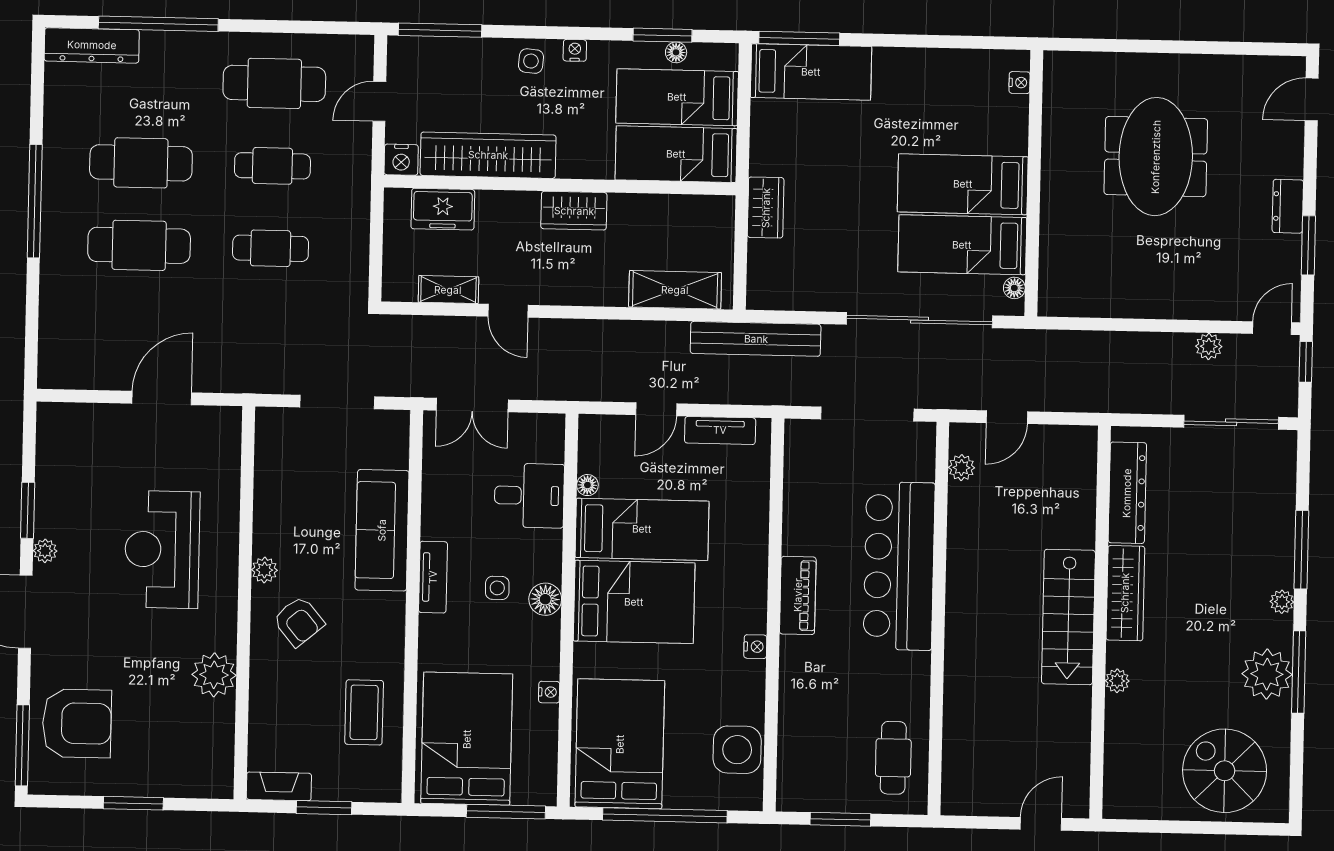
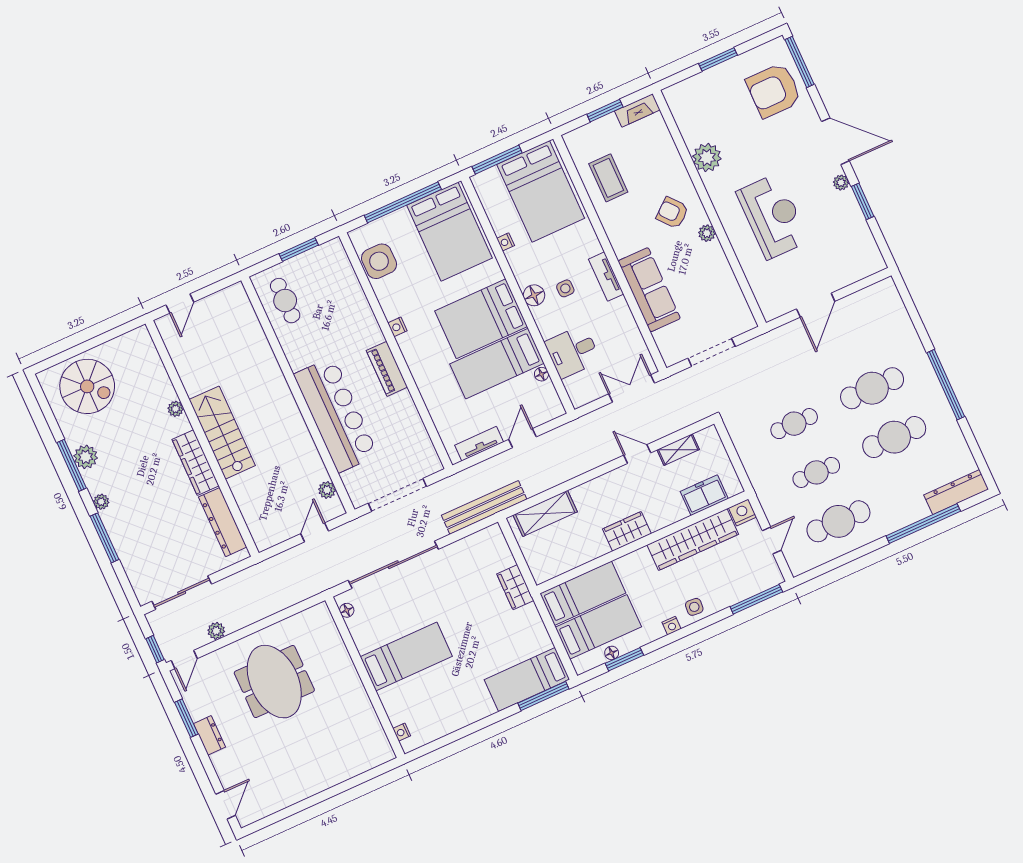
meeting table: (1156, 157) -> (274, 682), moved
bed: (962, 245) -> (389, 621), removed
plant: (1267, 674) -> (86, 457), width x0.73, depth x0.73

